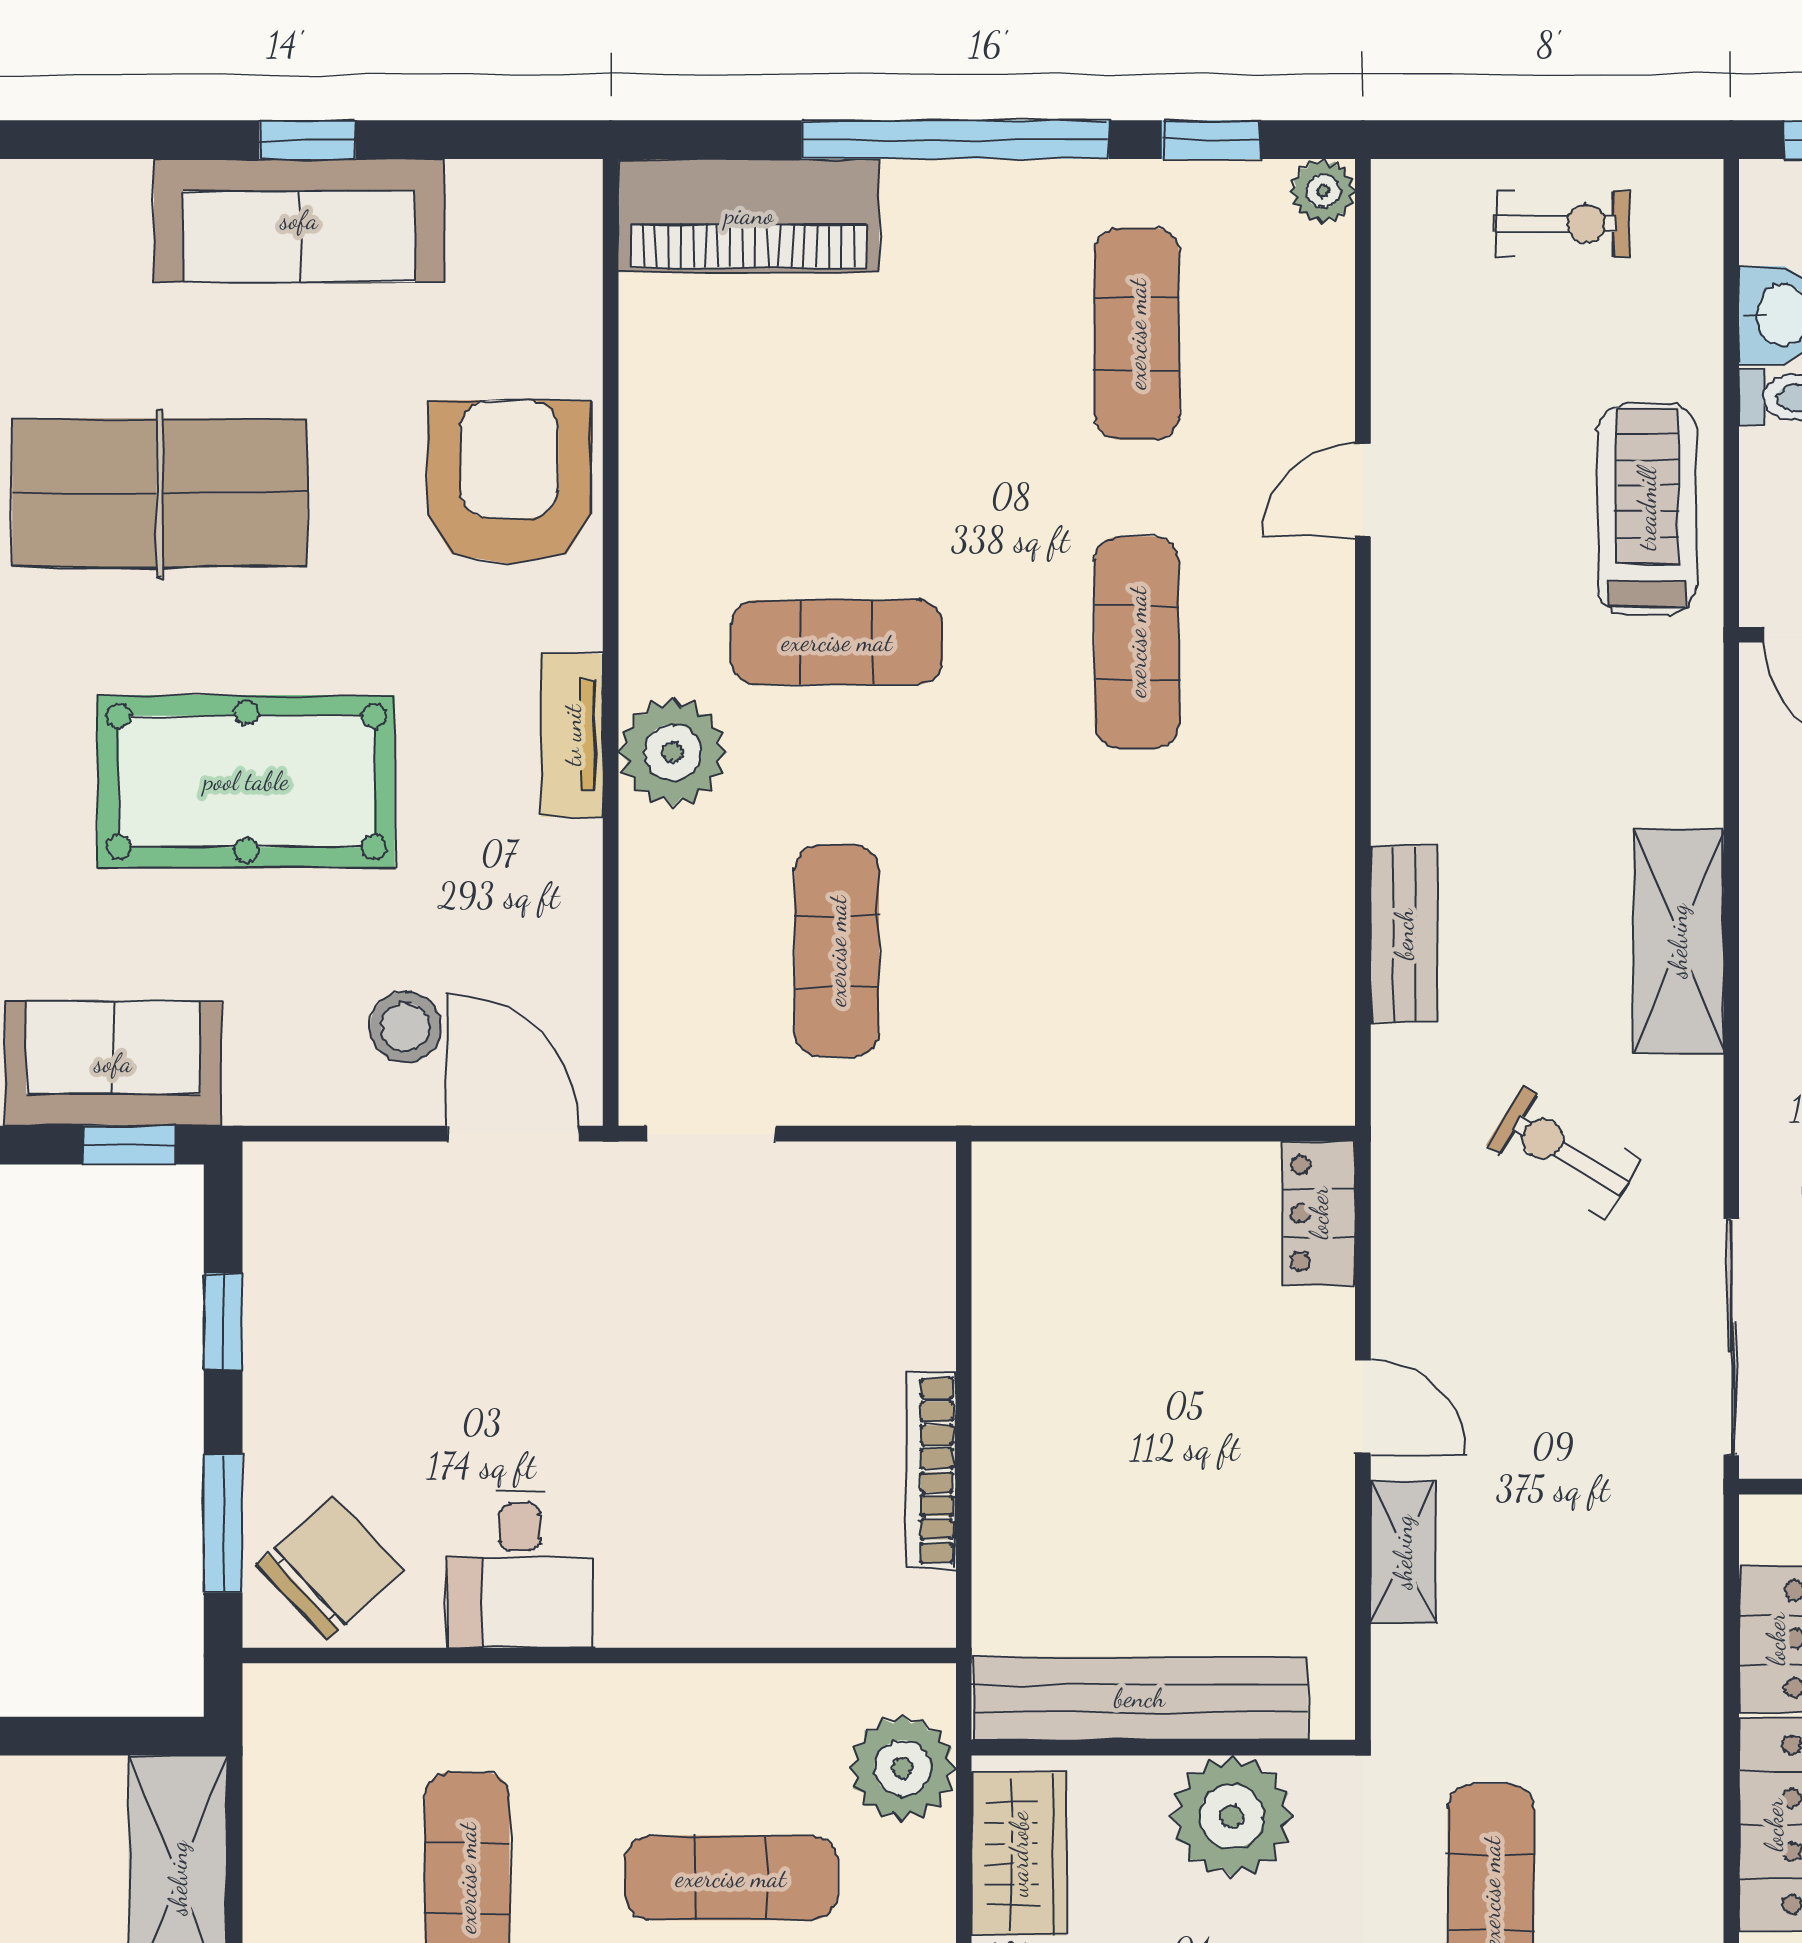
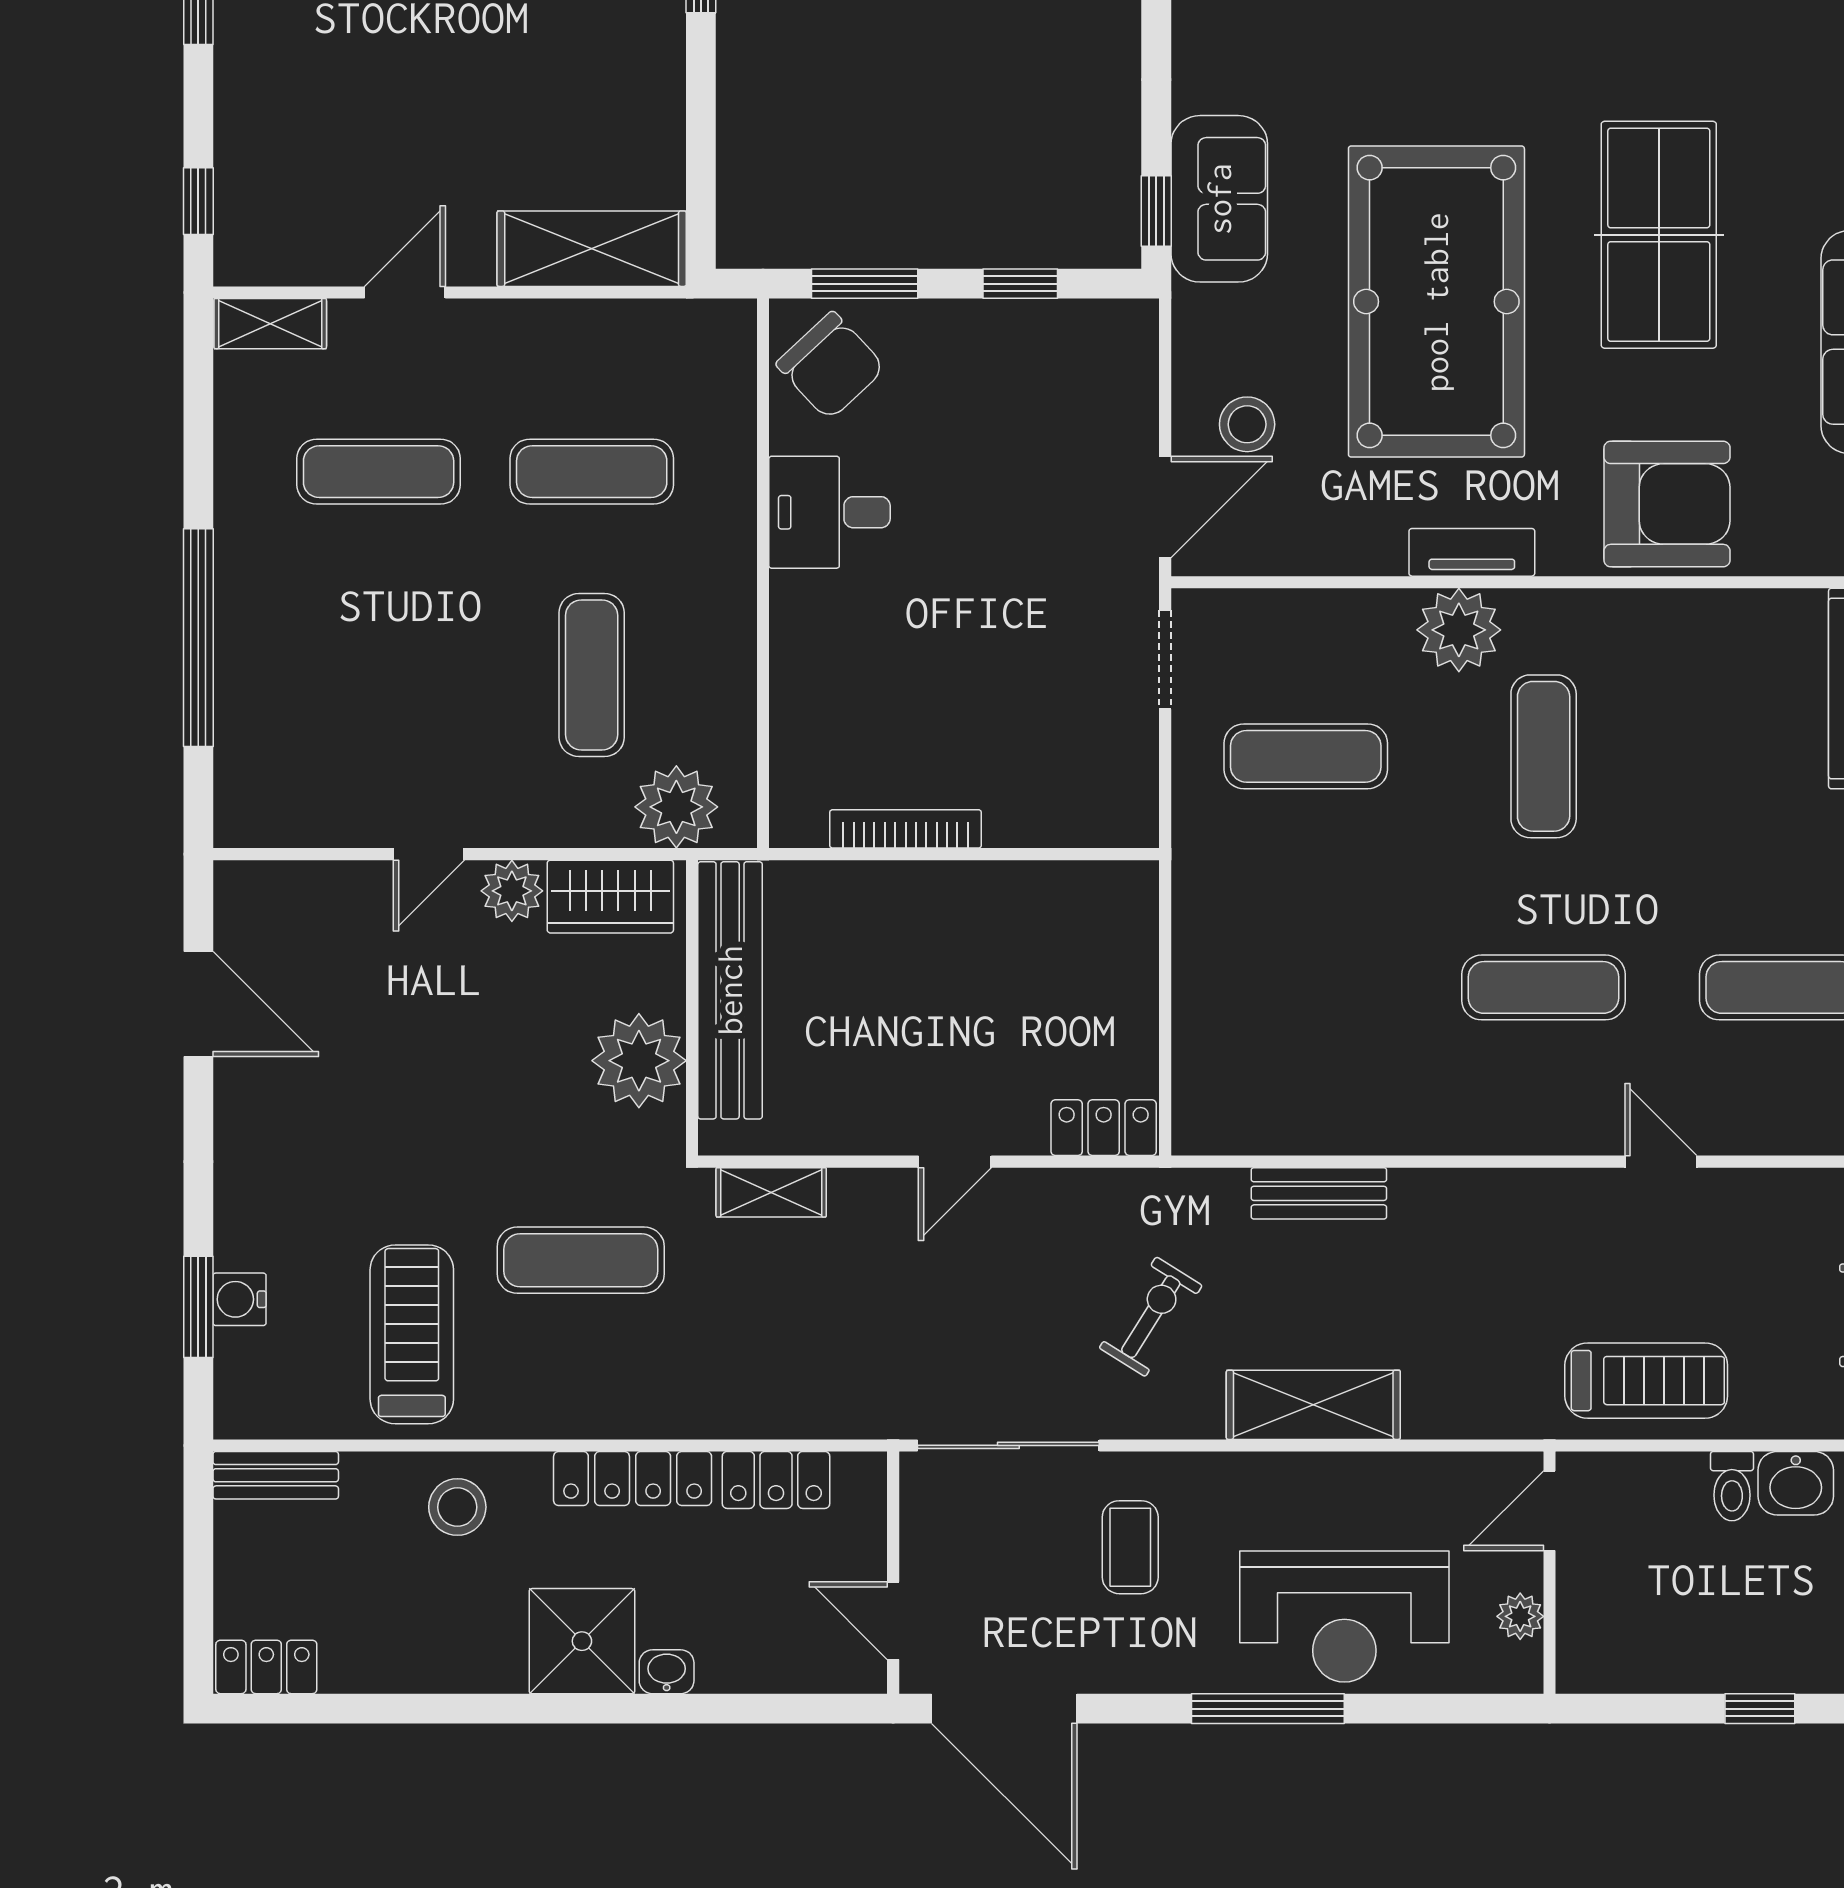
pool table: (246, 781) -> (1436, 302), width x1.36, depth x1.32
shelving: (1403, 1552) -> (771, 1192), moved

